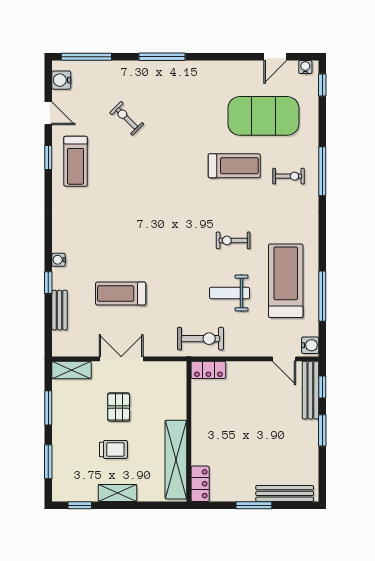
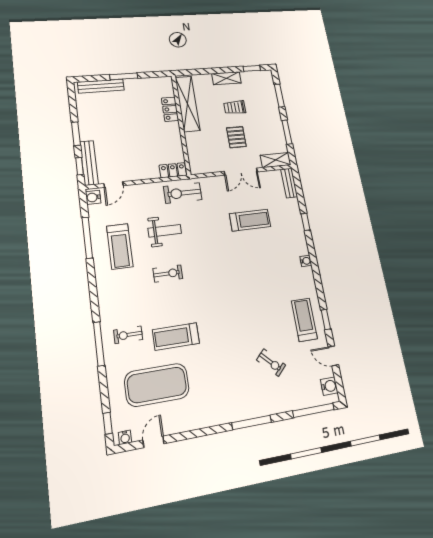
water cooler: (59, 260) -> (306, 261), moved
treadmill: (286, 281) -> (120, 246), width x0.73, depth x0.73
bench: (60, 310) -> (289, 183), moved
door: (284, 359) -> (113, 185), swing flipped
locker: (200, 484) -> (170, 109), moved

